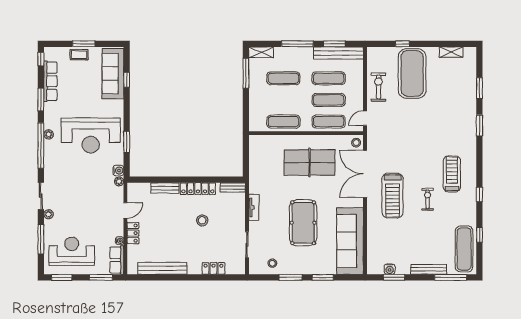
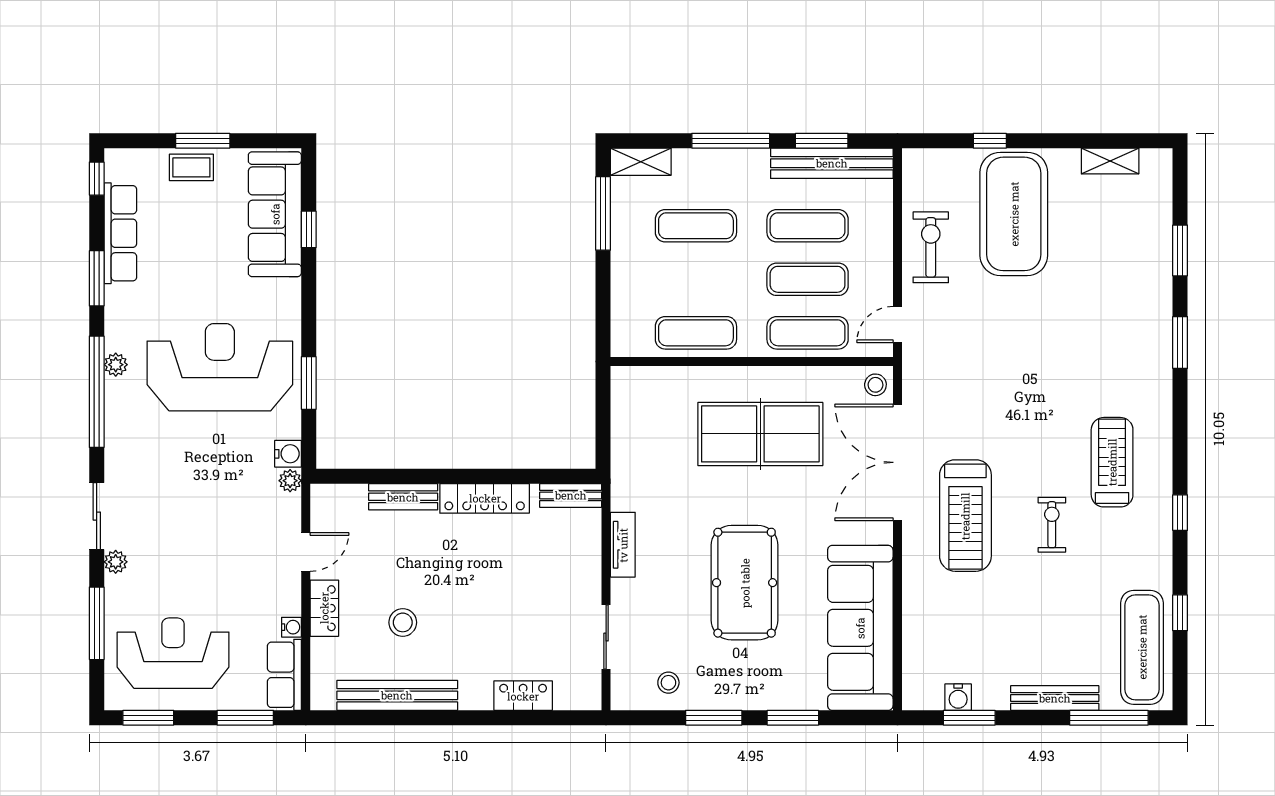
reception desk: (91, 136) -> (220, 367), turned 180
stool: (202, 220) -> (403, 622), moved

